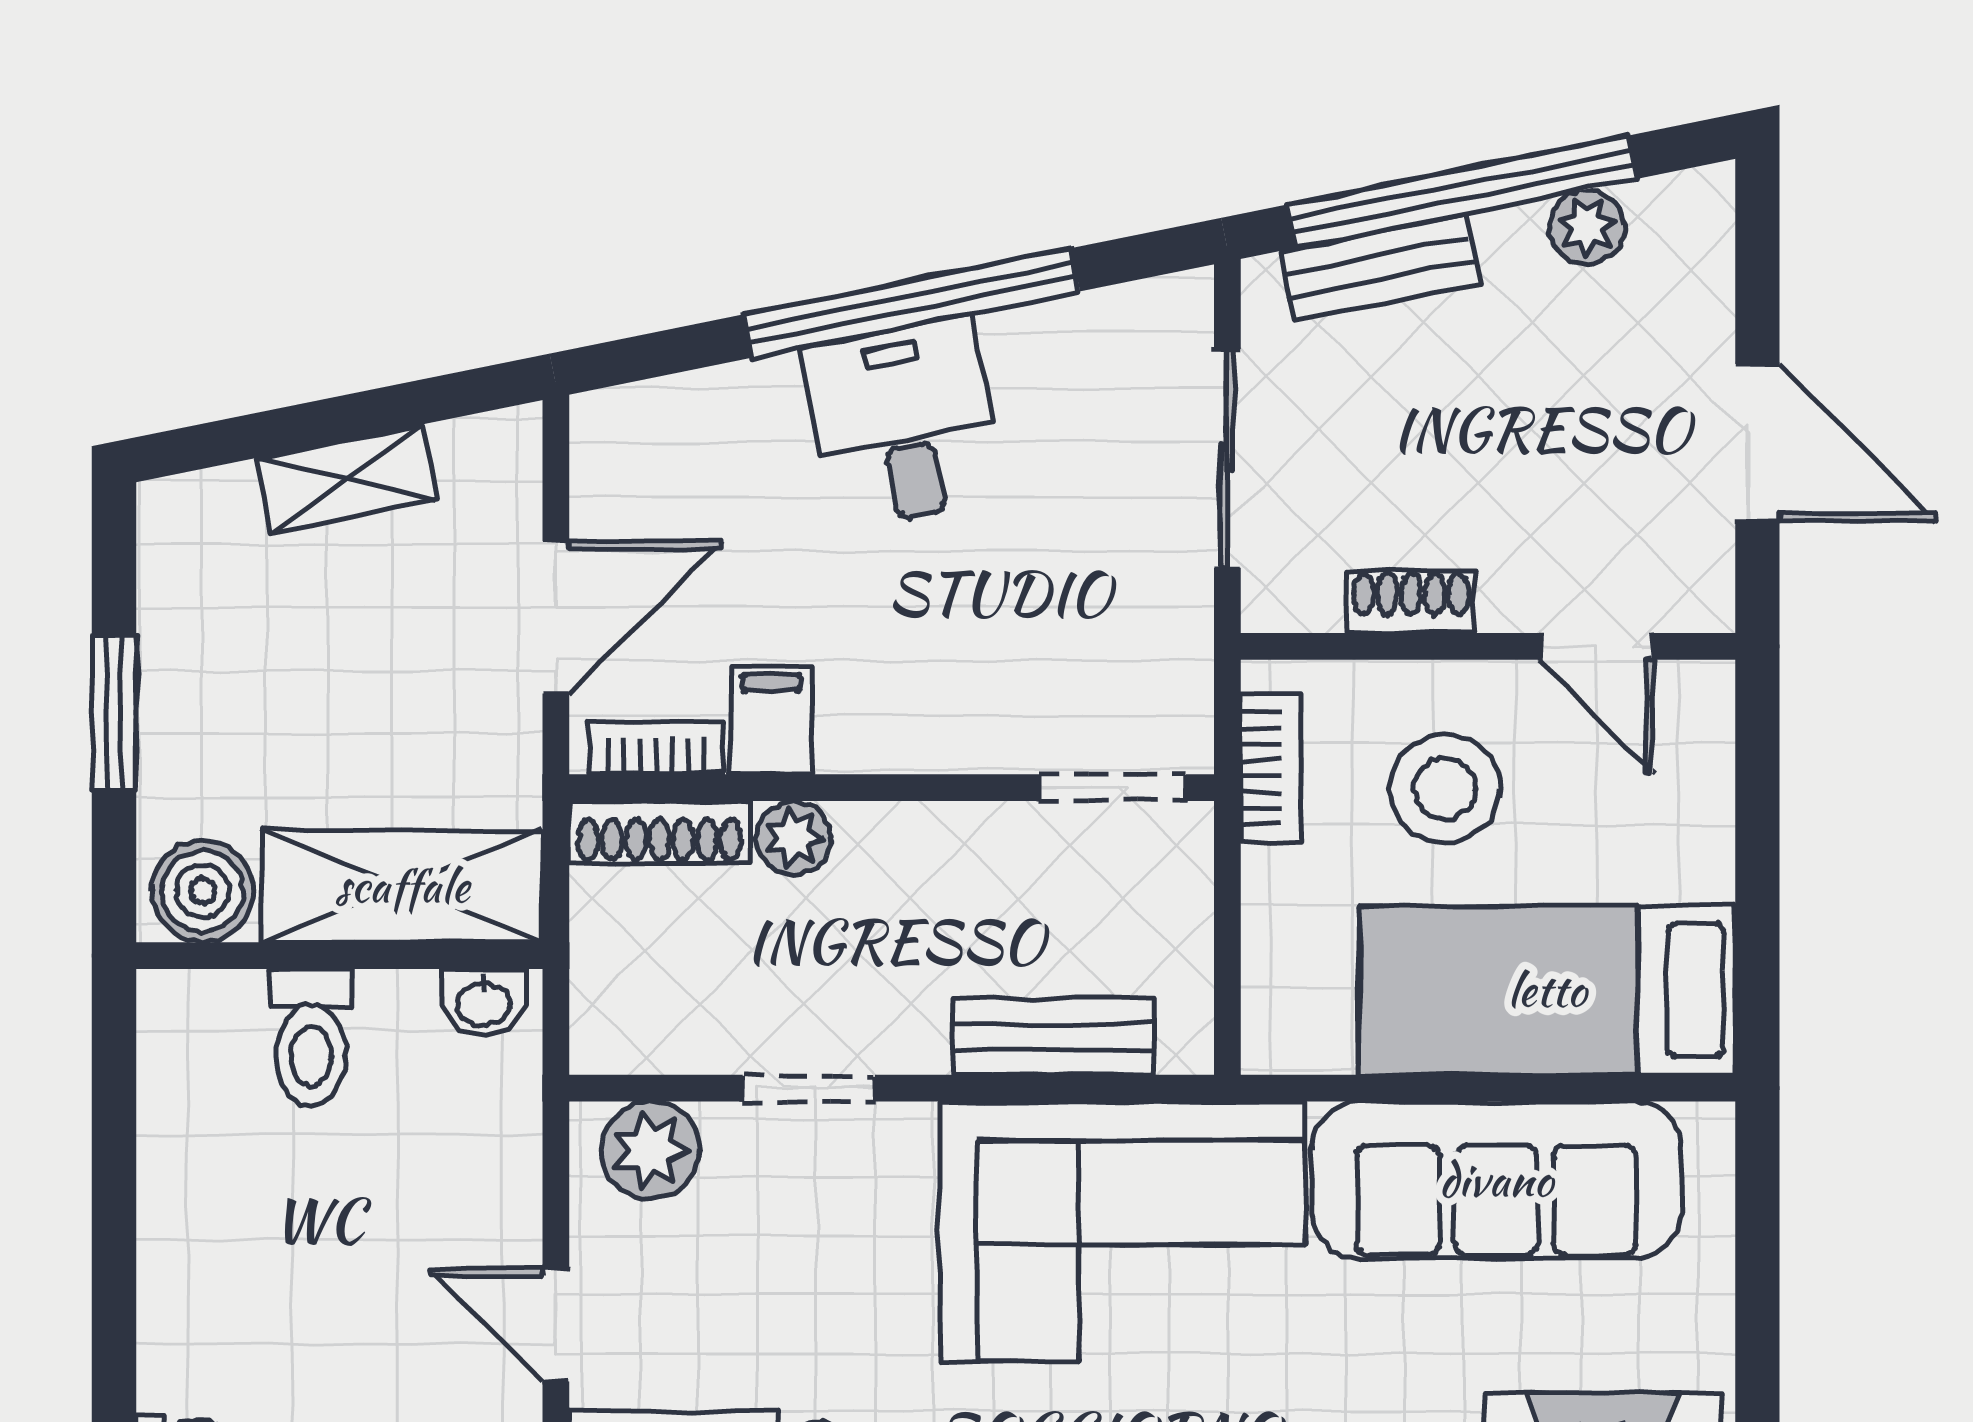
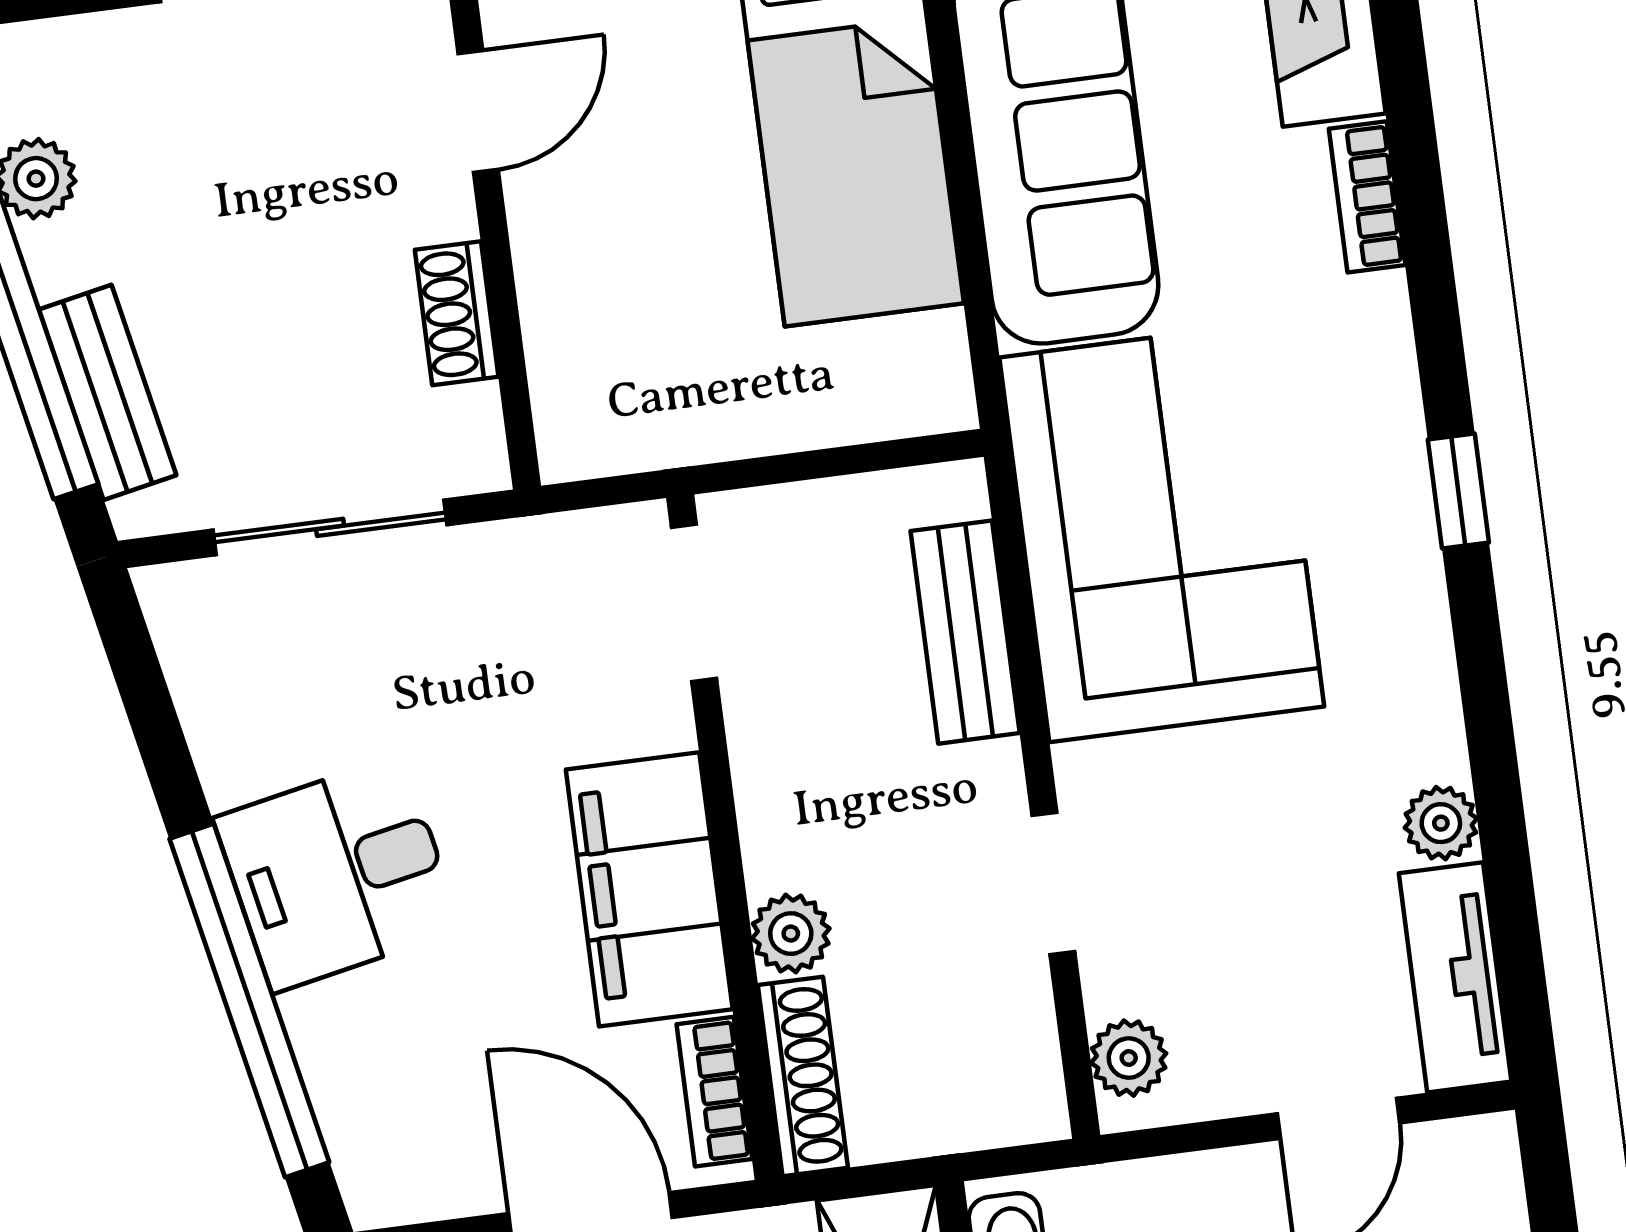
window: (911, 303) -> (249, 1000), moved
filing cabinet: (771, 720) -> (649, 889), width x3.00, depth x1.17
bookcase: (1271, 768) -> (652, 439), removed
stool: (1445, 789) -> (649, 252), removed
plant: (651, 1150) -> (1129, 1058), width x0.73, depth x0.73

